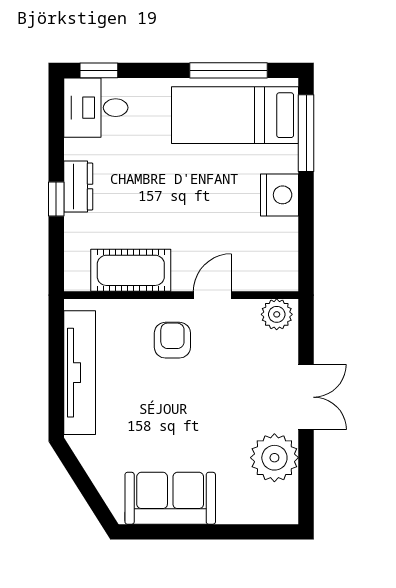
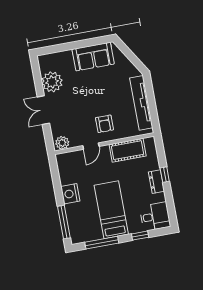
window: (99, 70) -> (140, 236), moved
bed: (235, 115) -> (111, 210), moved, turned -90

